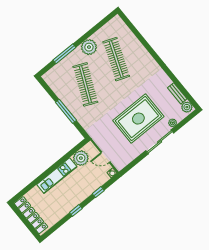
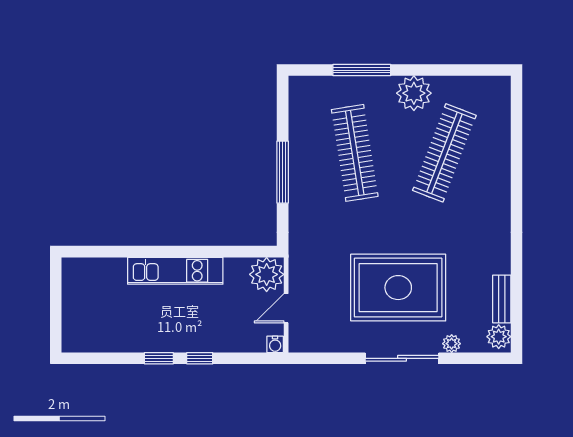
clothes rail: (85, 84) -> (355, 153), turned -33
door: (106, 157) -> (286, 308), hinge flipped
plant: (81, 158) -> (267, 274), moved
window: (98, 192) -> (200, 358), moved
locker: (31, 215) -> (74, 303), removed

